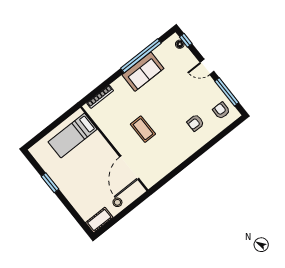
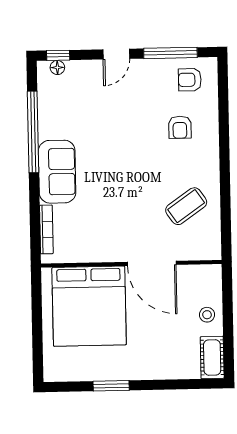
sofa: (143, 72) -> (57, 172), moved
coffee table: (143, 129) -> (186, 206), moved, turned -35
bed: (73, 136) -> (89, 306), width x2.04
door: (129, 168) -> (152, 263), moved

